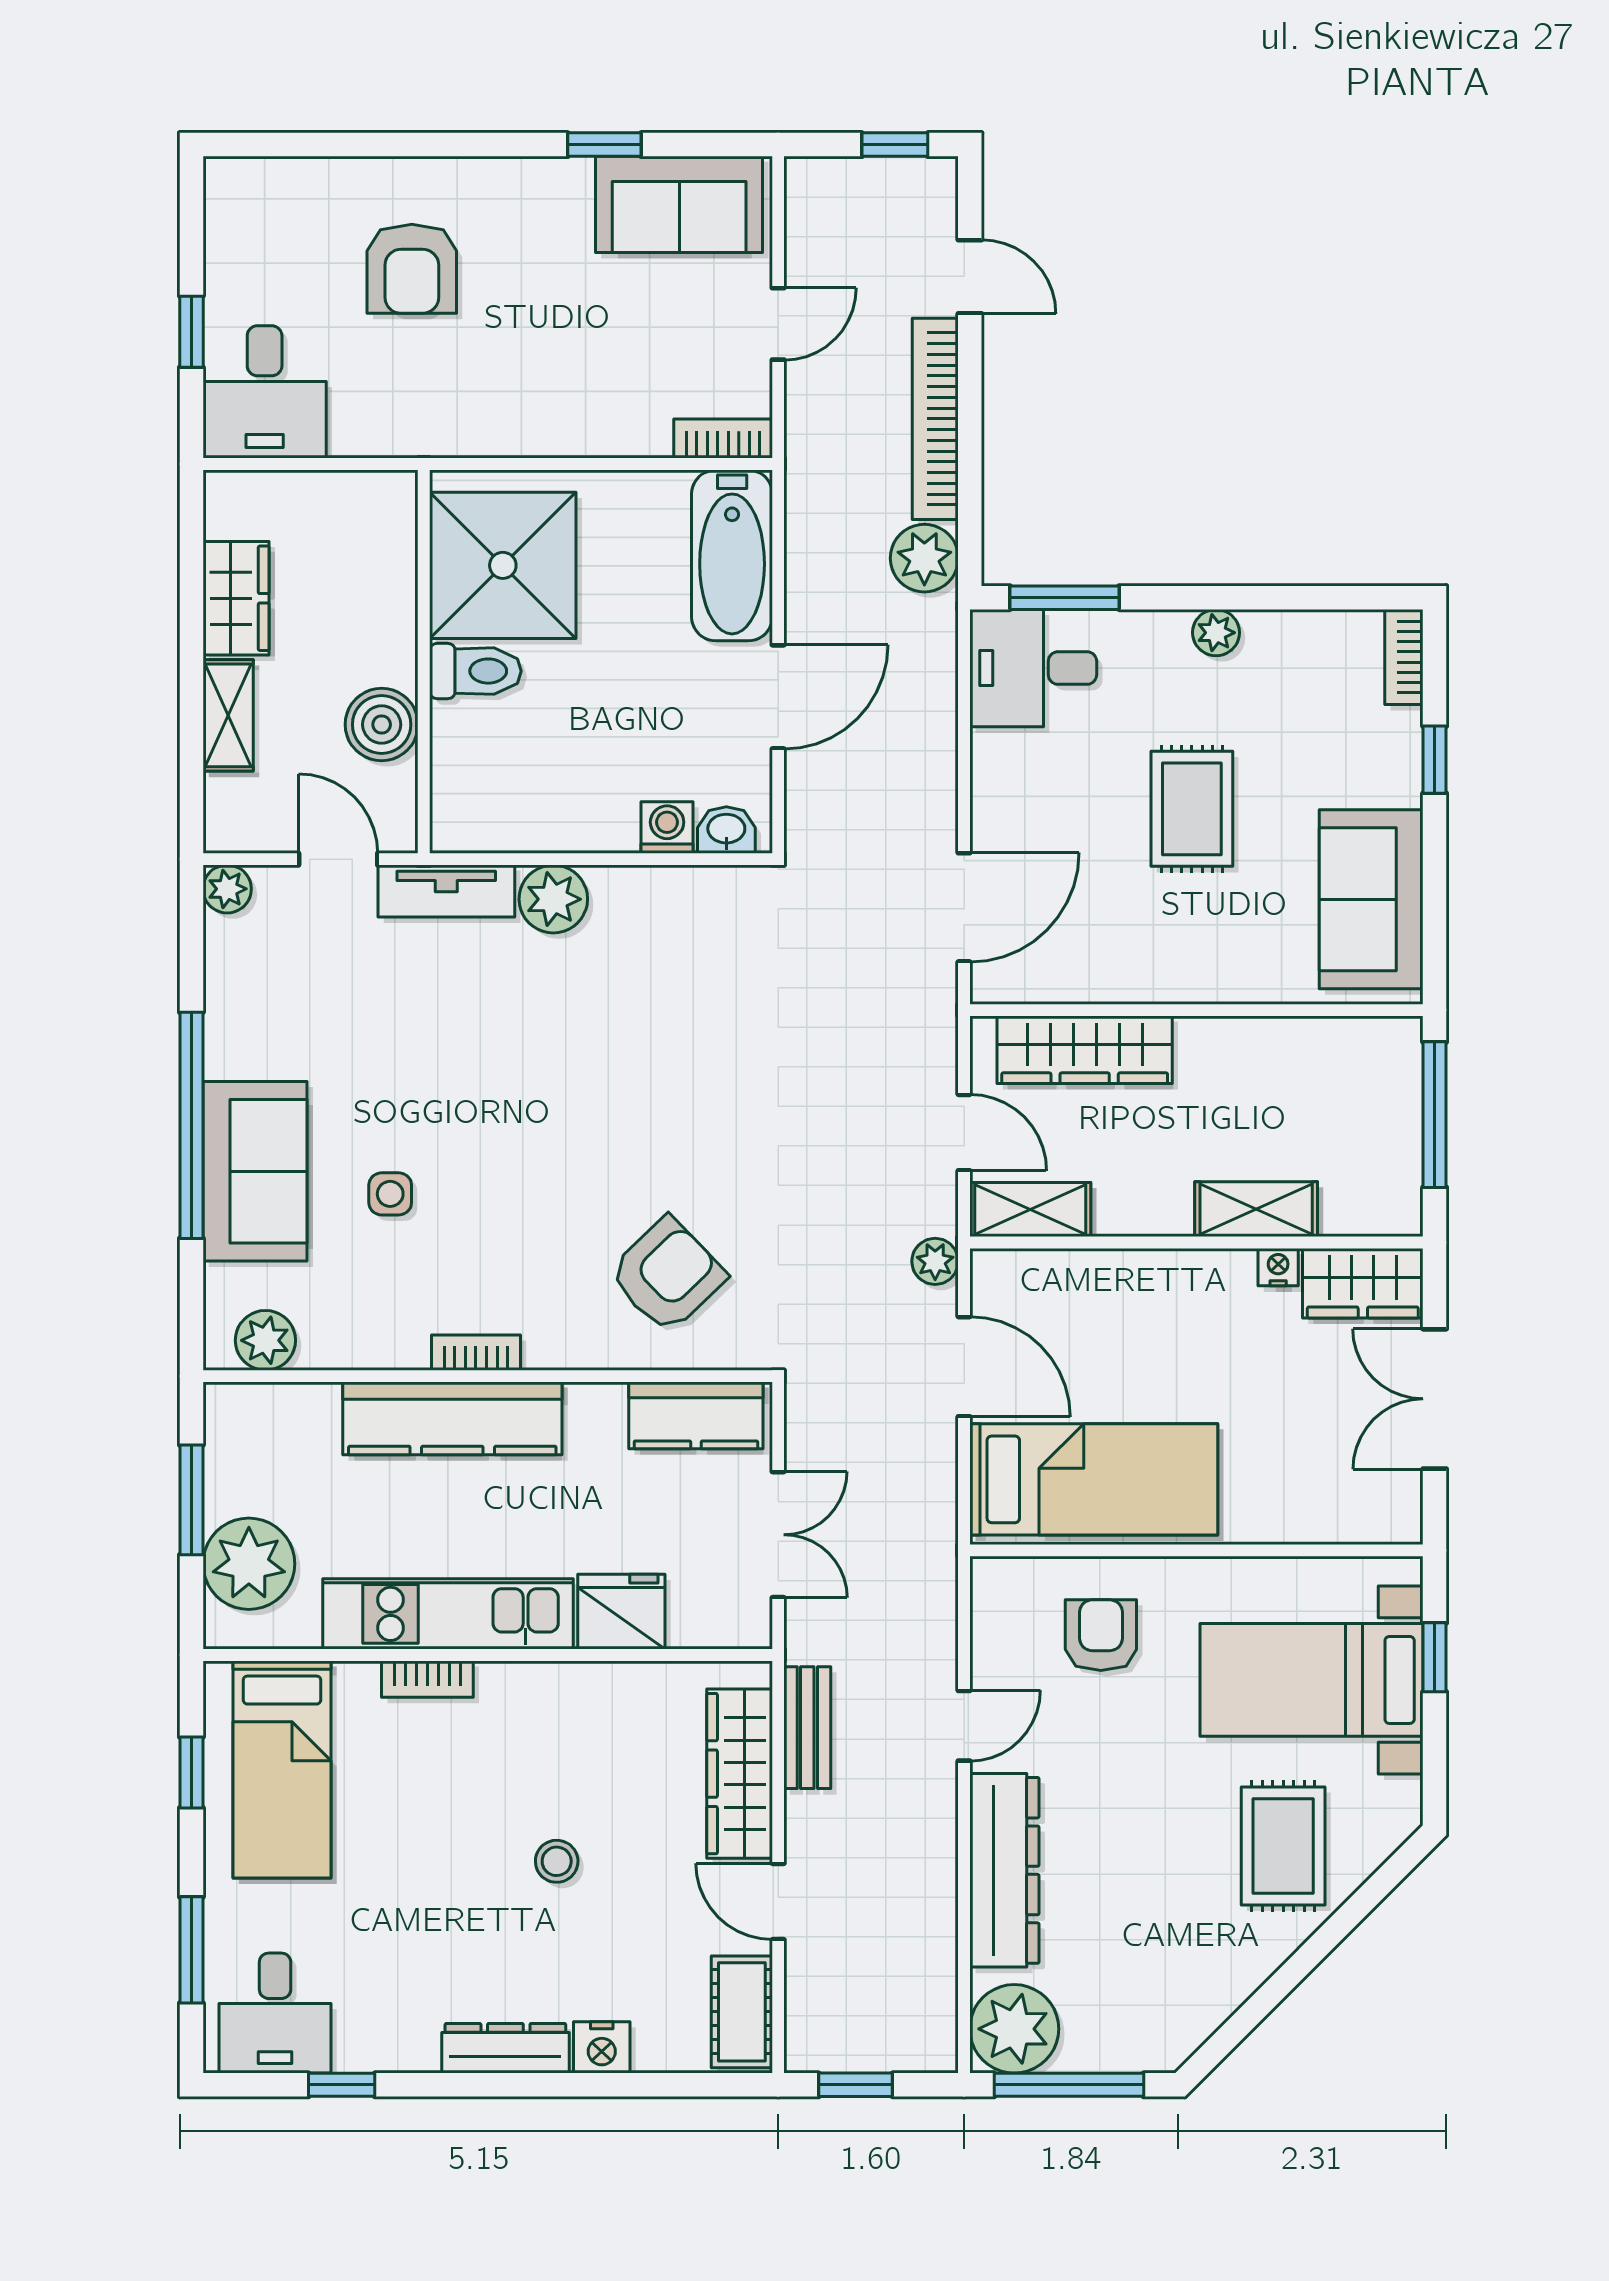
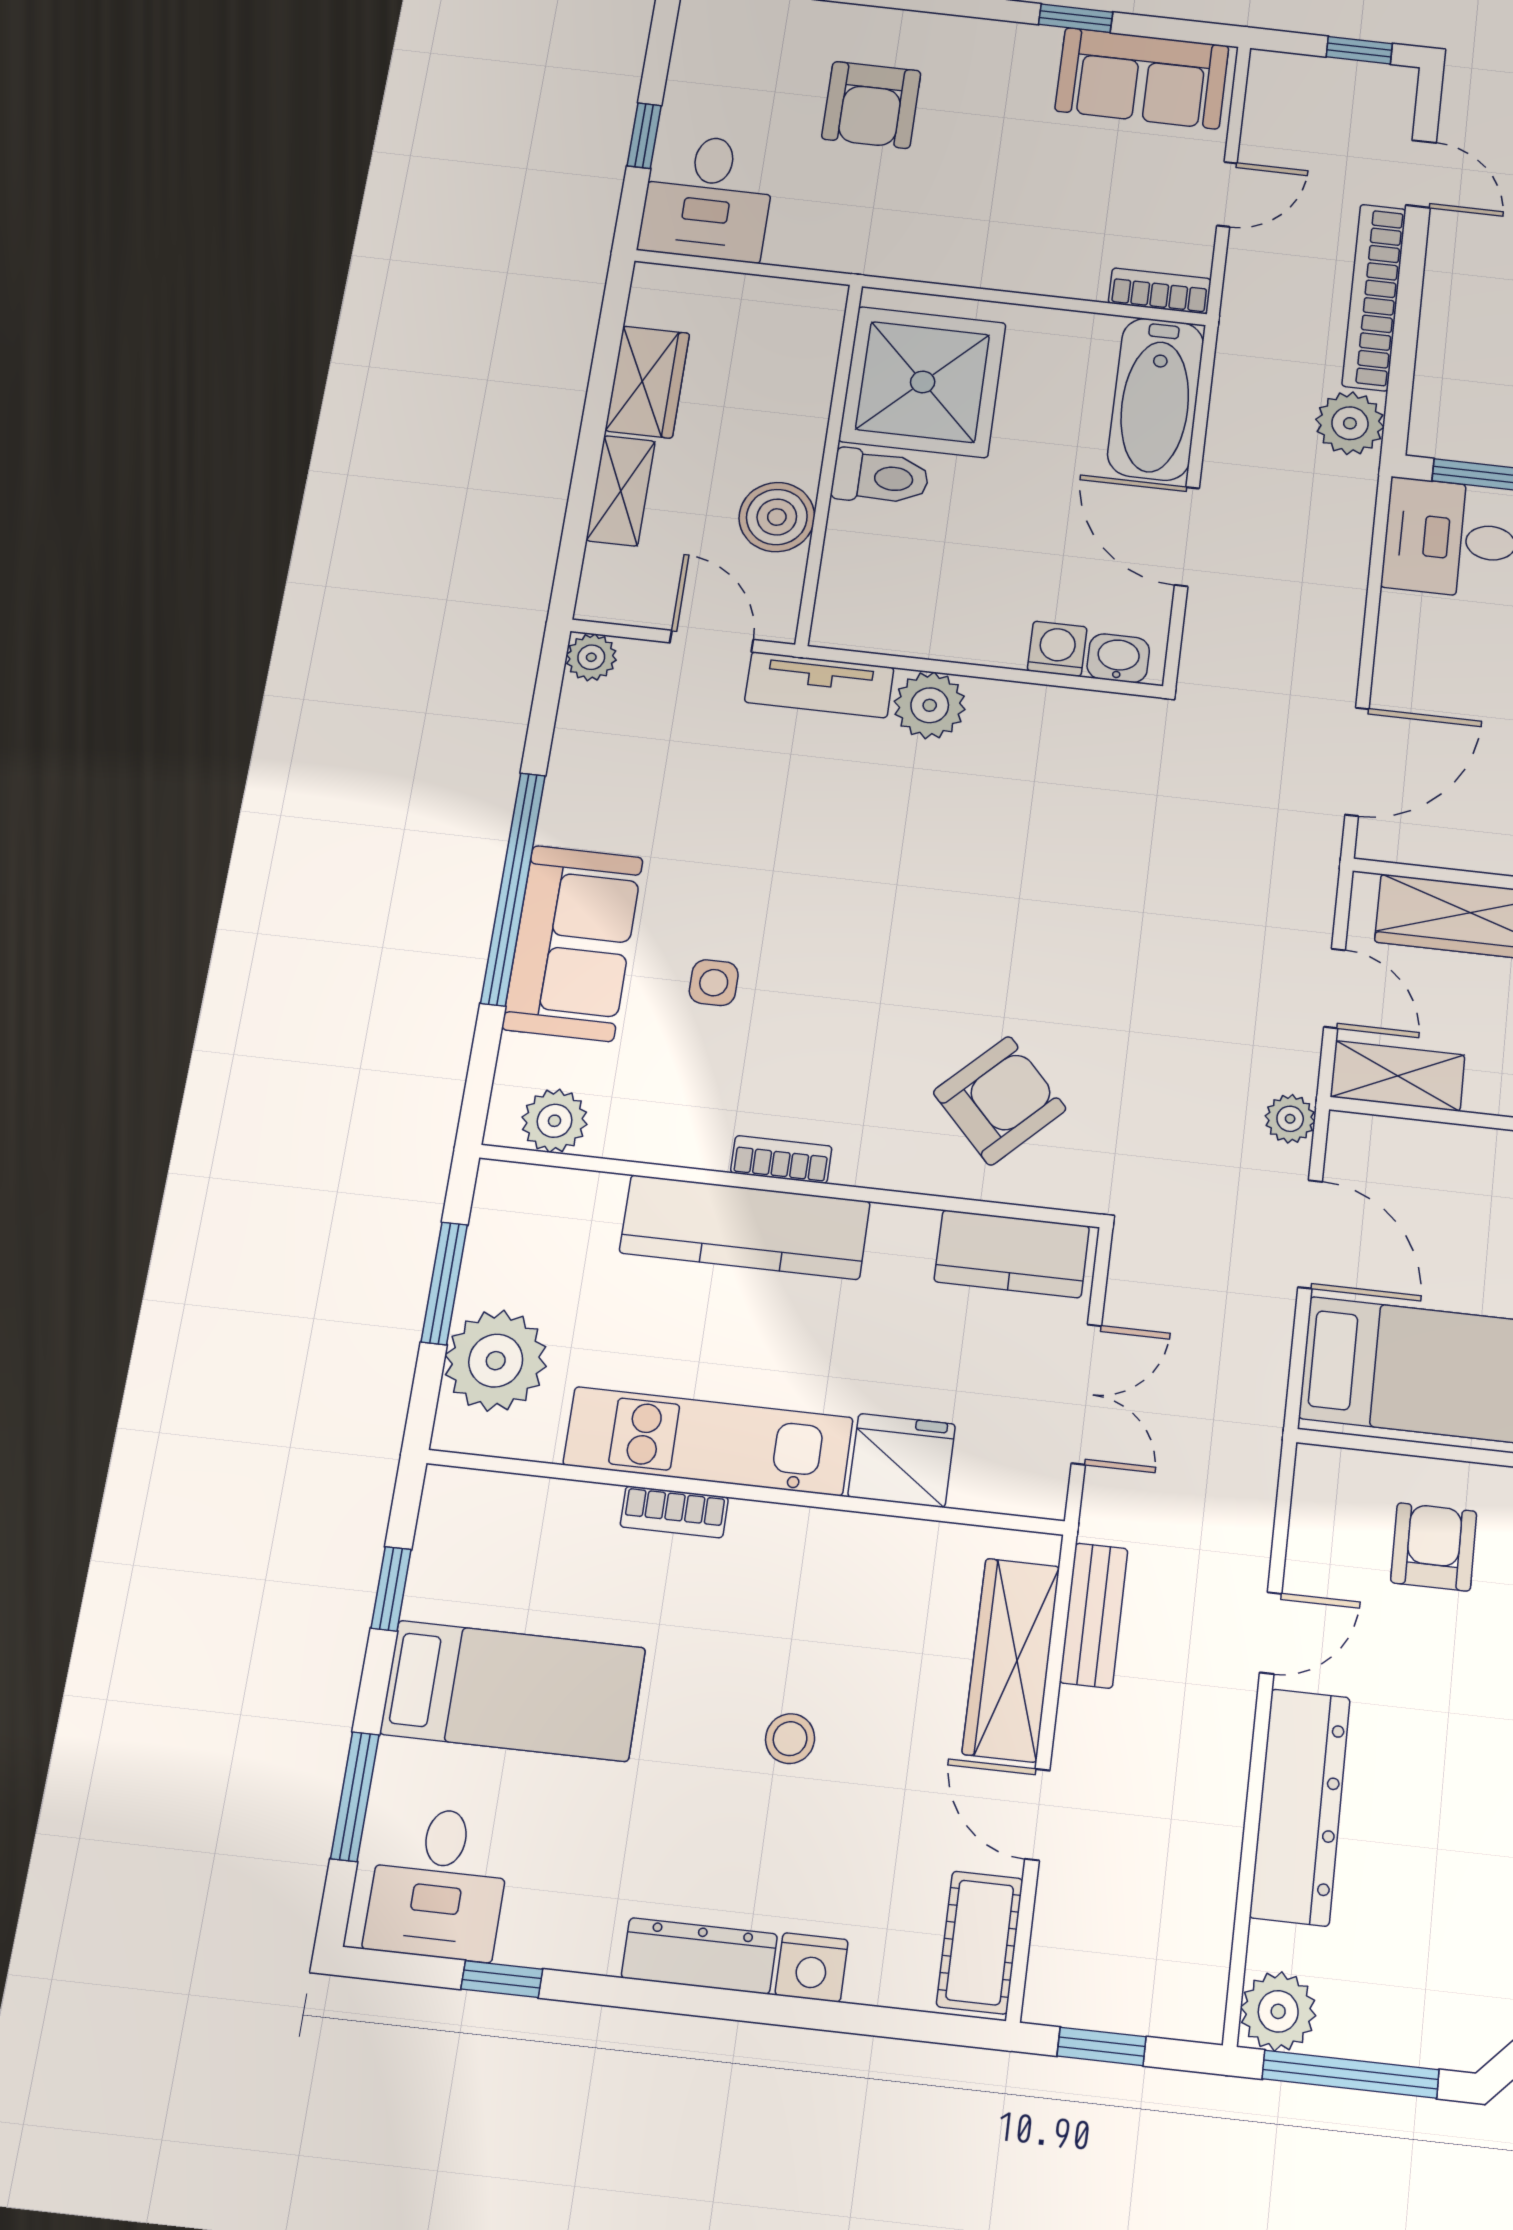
door: (778, 697) -> (1187, 537), swing flipped
bed: (282, 1769) -> (513, 1691), moved, turned -90
plant: (1014, 2029) -> (1278, 2011), width x0.73, depth x0.73

